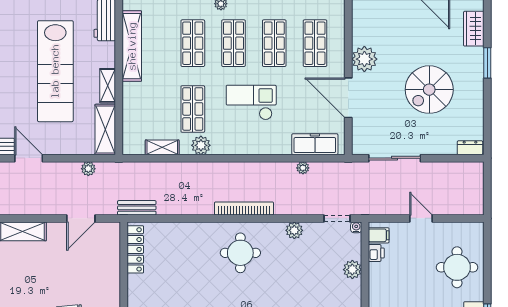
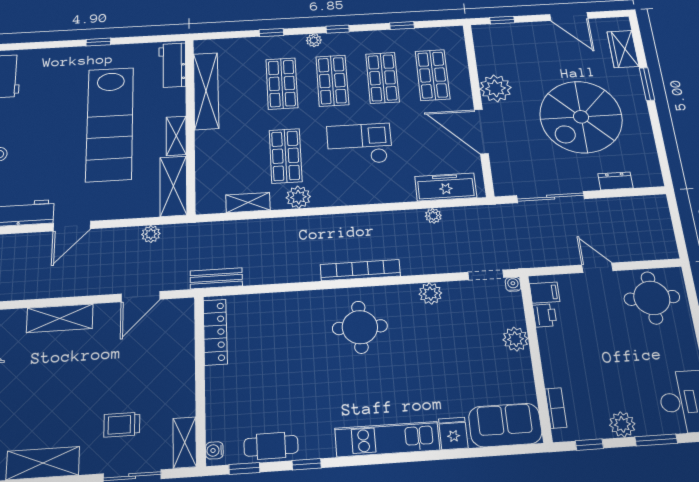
spiral stairs: (429, 90) -> (581, 117), width x1.37, depth x1.37
dresser: (470, 148) -> (615, 181), moved
door: (29, 158) -> (72, 226), swing flipped
round table: (457, 267) -> (652, 298), moved

